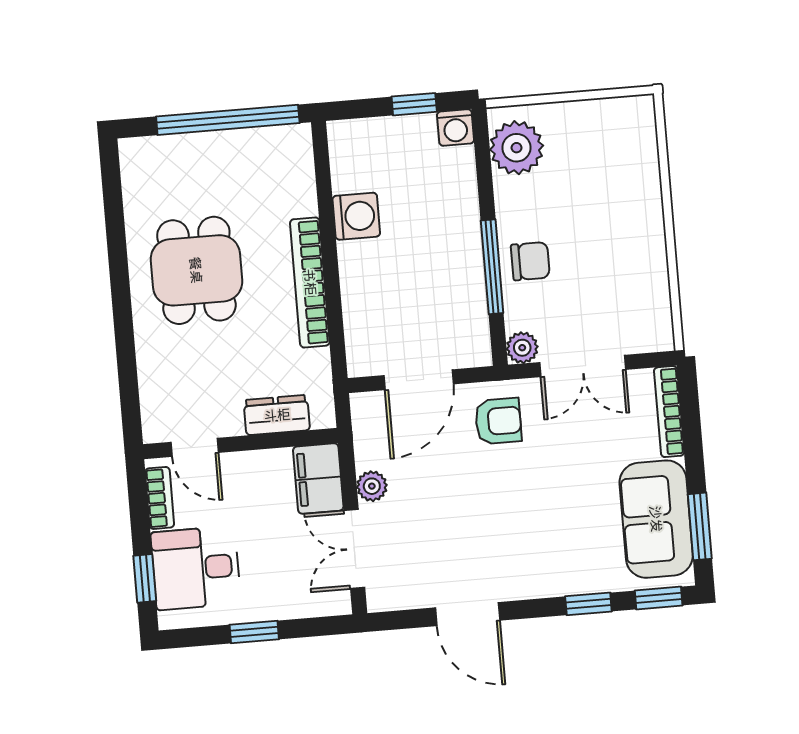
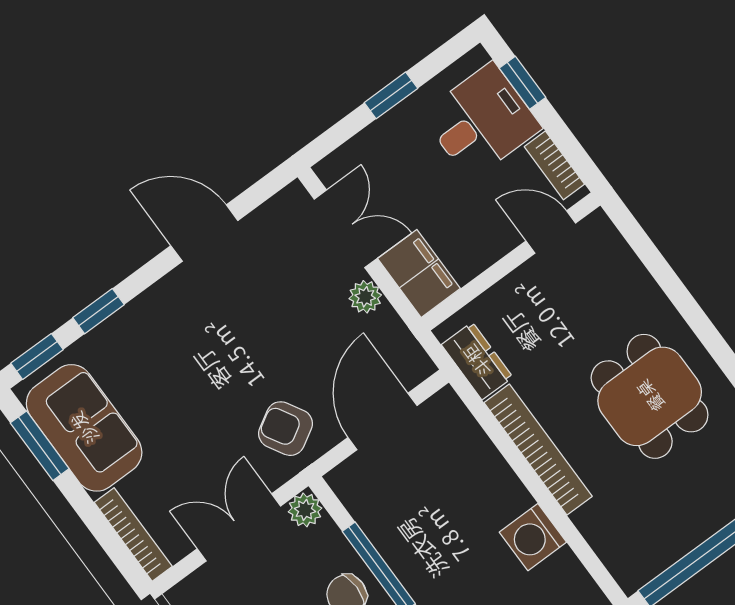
dresser: (277, 415) -> (477, 361), moved, turned -90
armchair: (498, 421) -> (286, 429), turned 60

